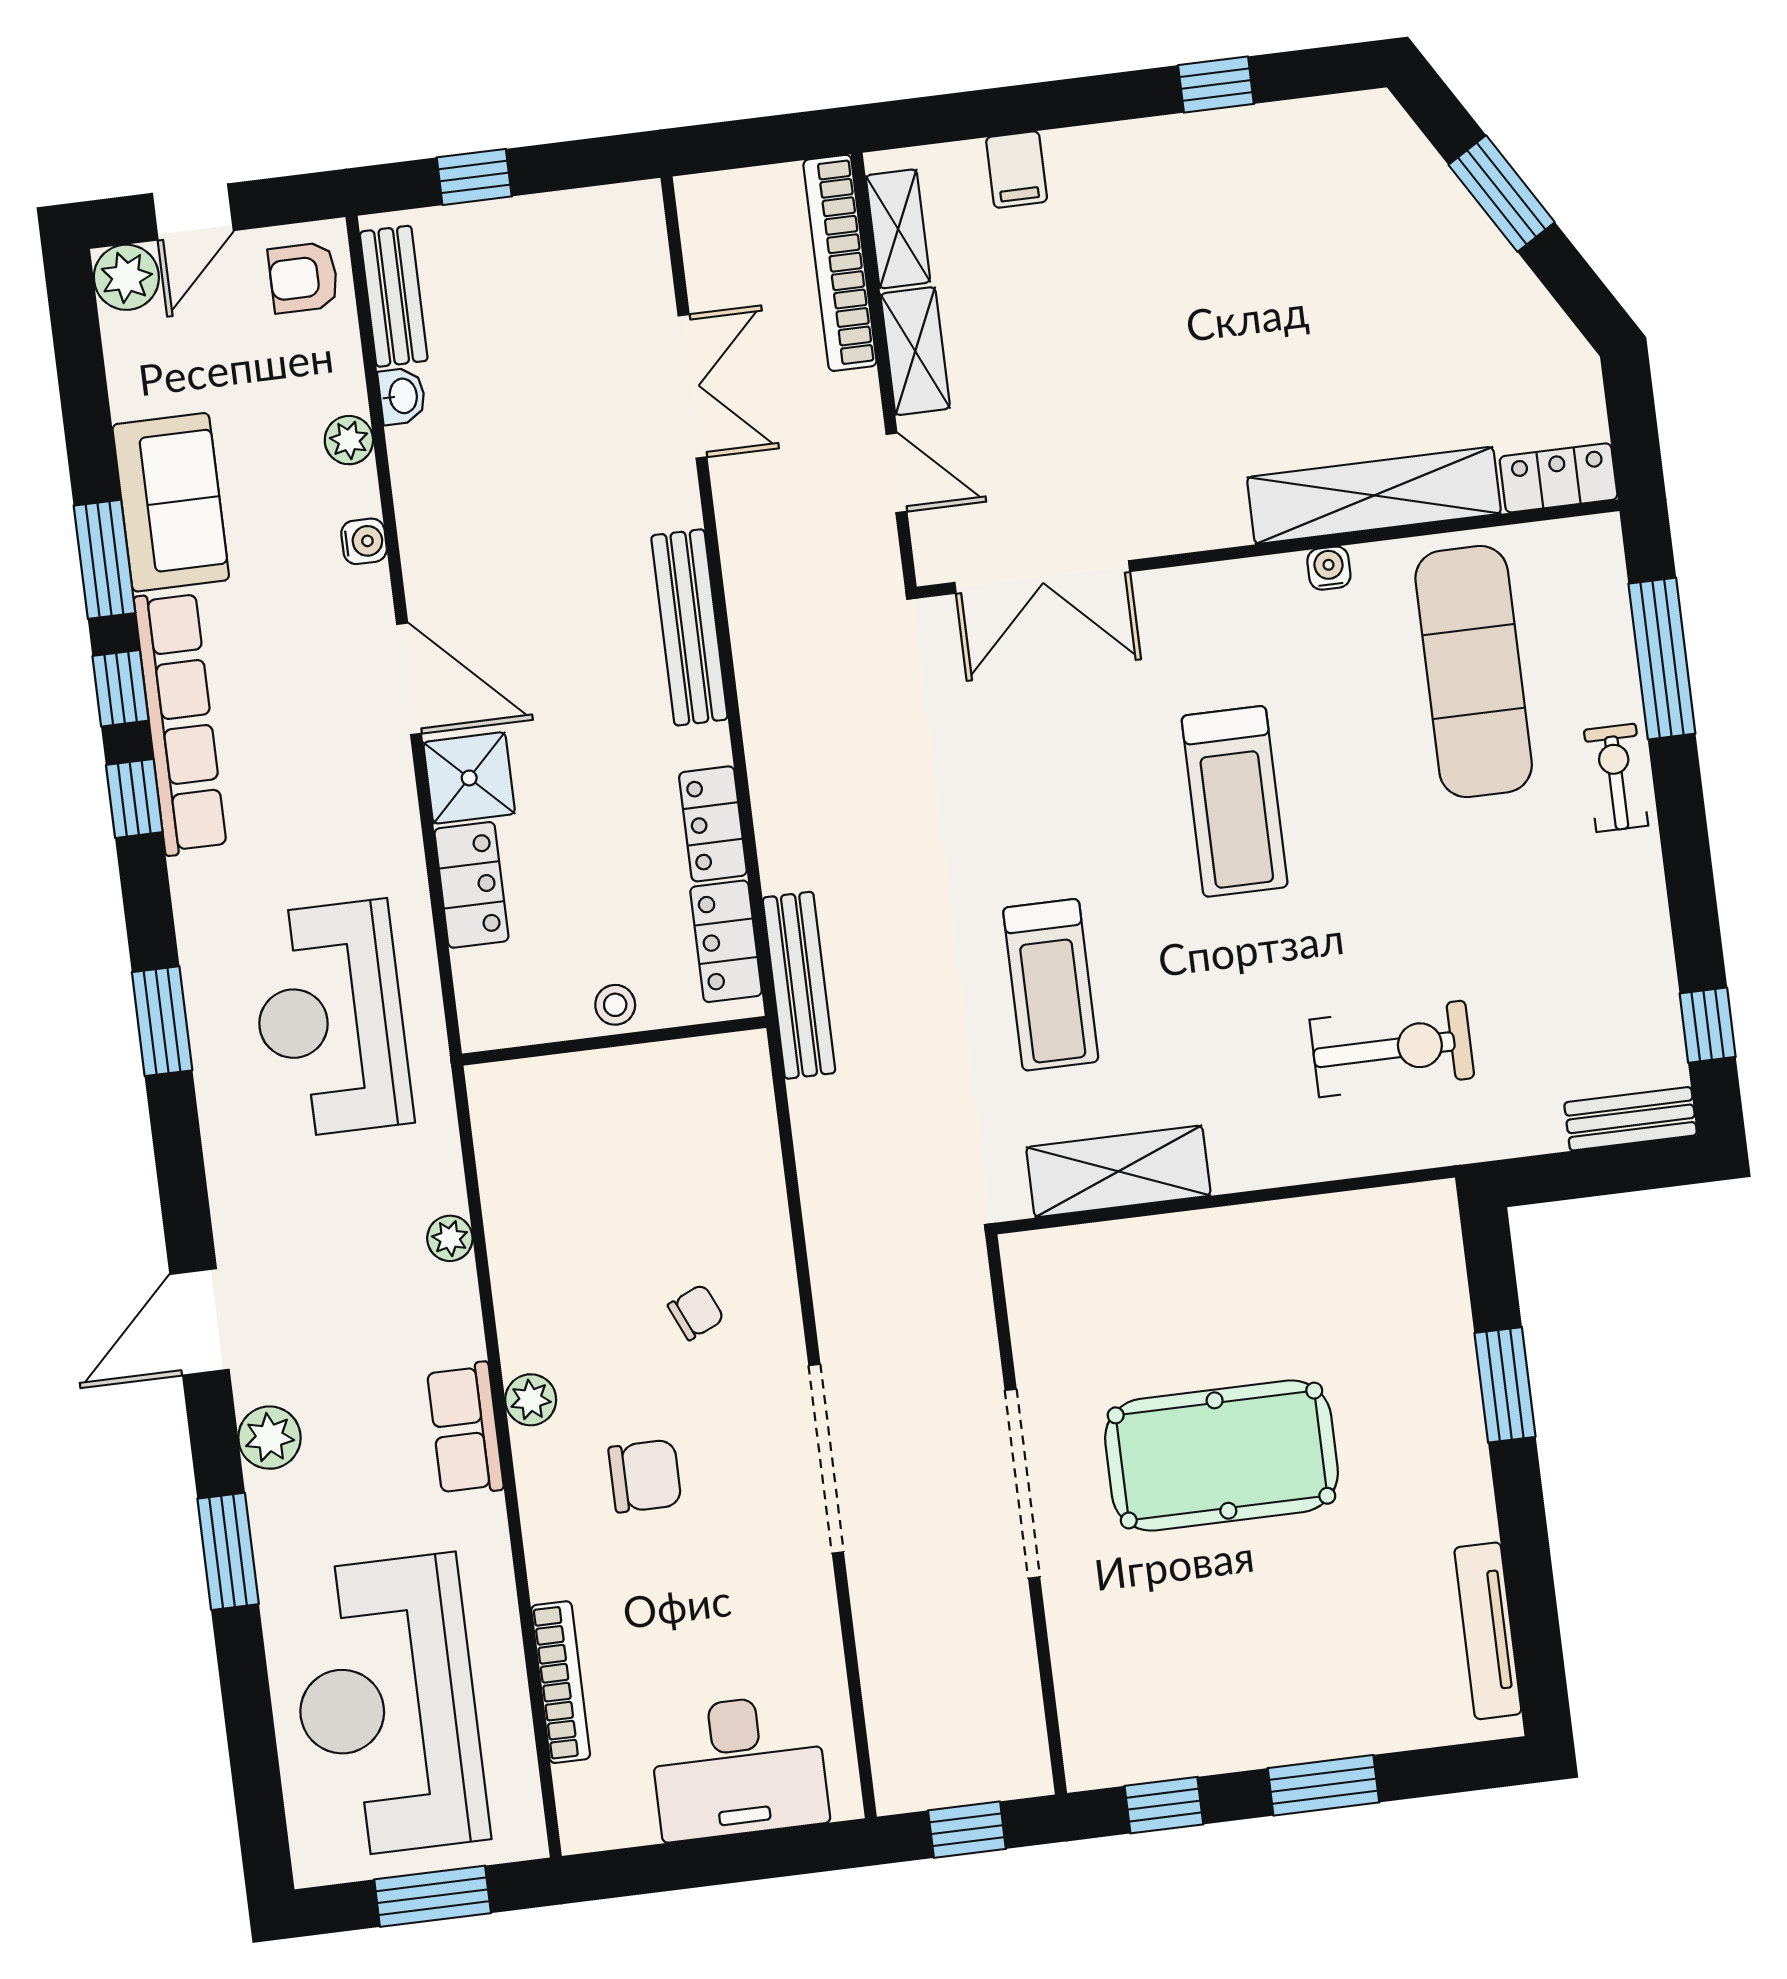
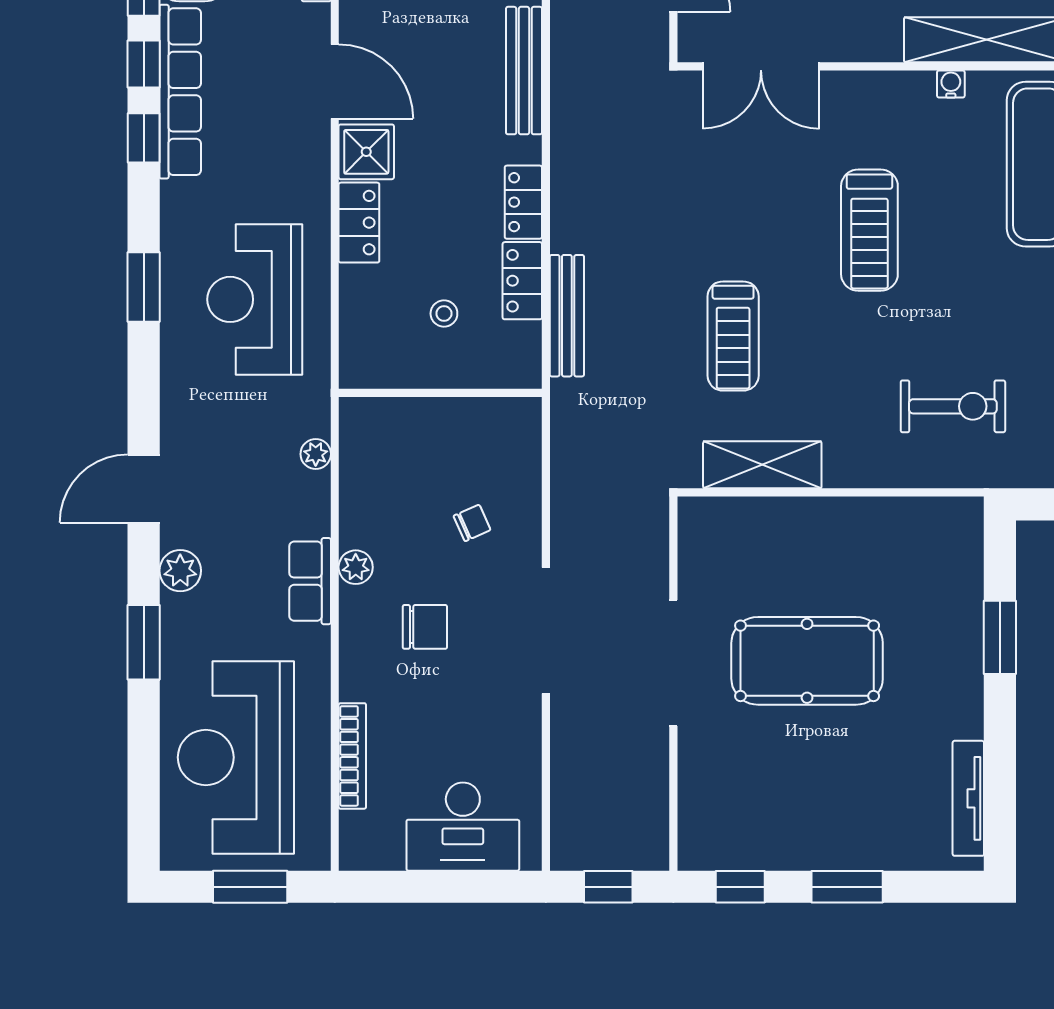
wall: (614, 1041) -> (440, 393), moved

